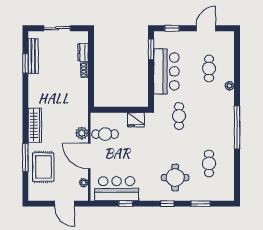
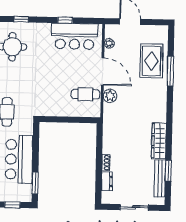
fridge: (136, 120) -> (53, 109), removed
wardrobe: (35, 125) -> (159, 141), moved

